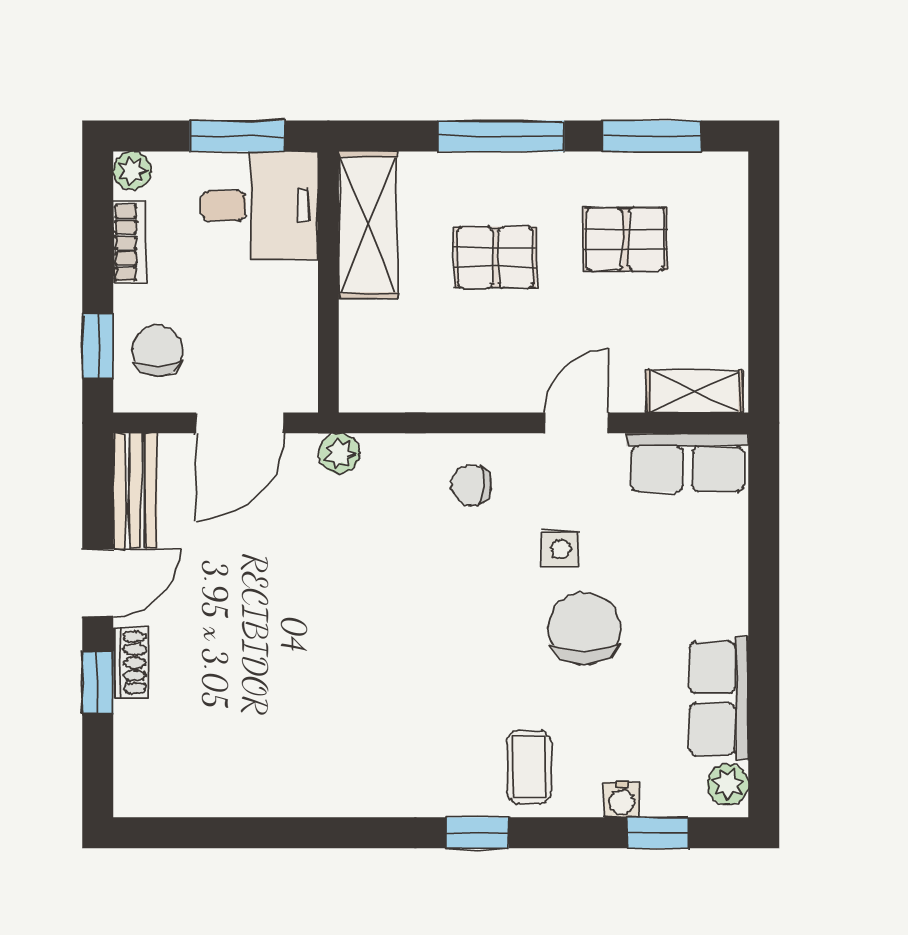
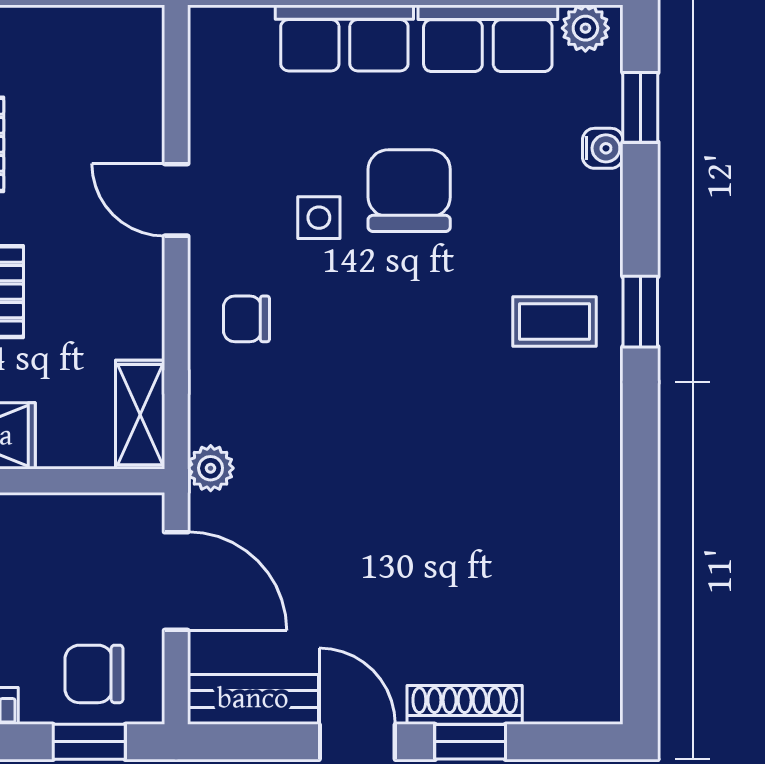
shelving: (695, 391) -> (140, 415), moved
row of seats: (687, 462) -> (344, 38), moved, turned 90
chair: (471, 485) -> (247, 319), turned 90
chair: (584, 629) -> (409, 191), turned 90
shoe rack: (130, 662) -> (465, 705), width x1.43
coffee table: (529, 767) -> (555, 322), moved

